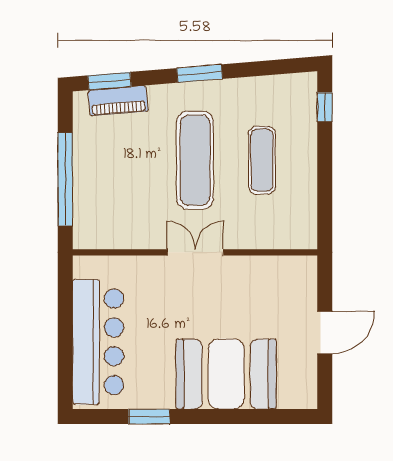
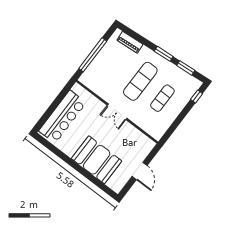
window: (110, 81) -> (186, 68), moved
double door: (195, 252) -> (117, 112), swing flipped
door: (325, 332) -> (140, 171), hinge flipped
window: (149, 417) -> (60, 154), removed

